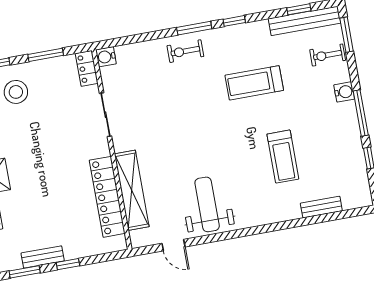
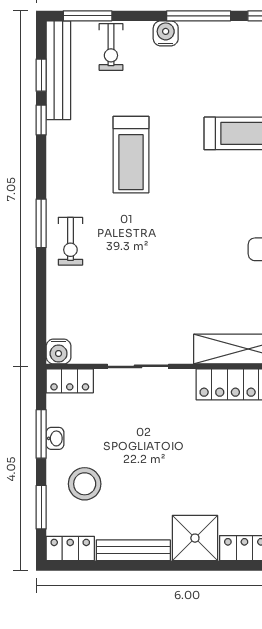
window: (234, 21) -> (41, 120), moved
washbasin: (44, 65) -> (55, 438), added

